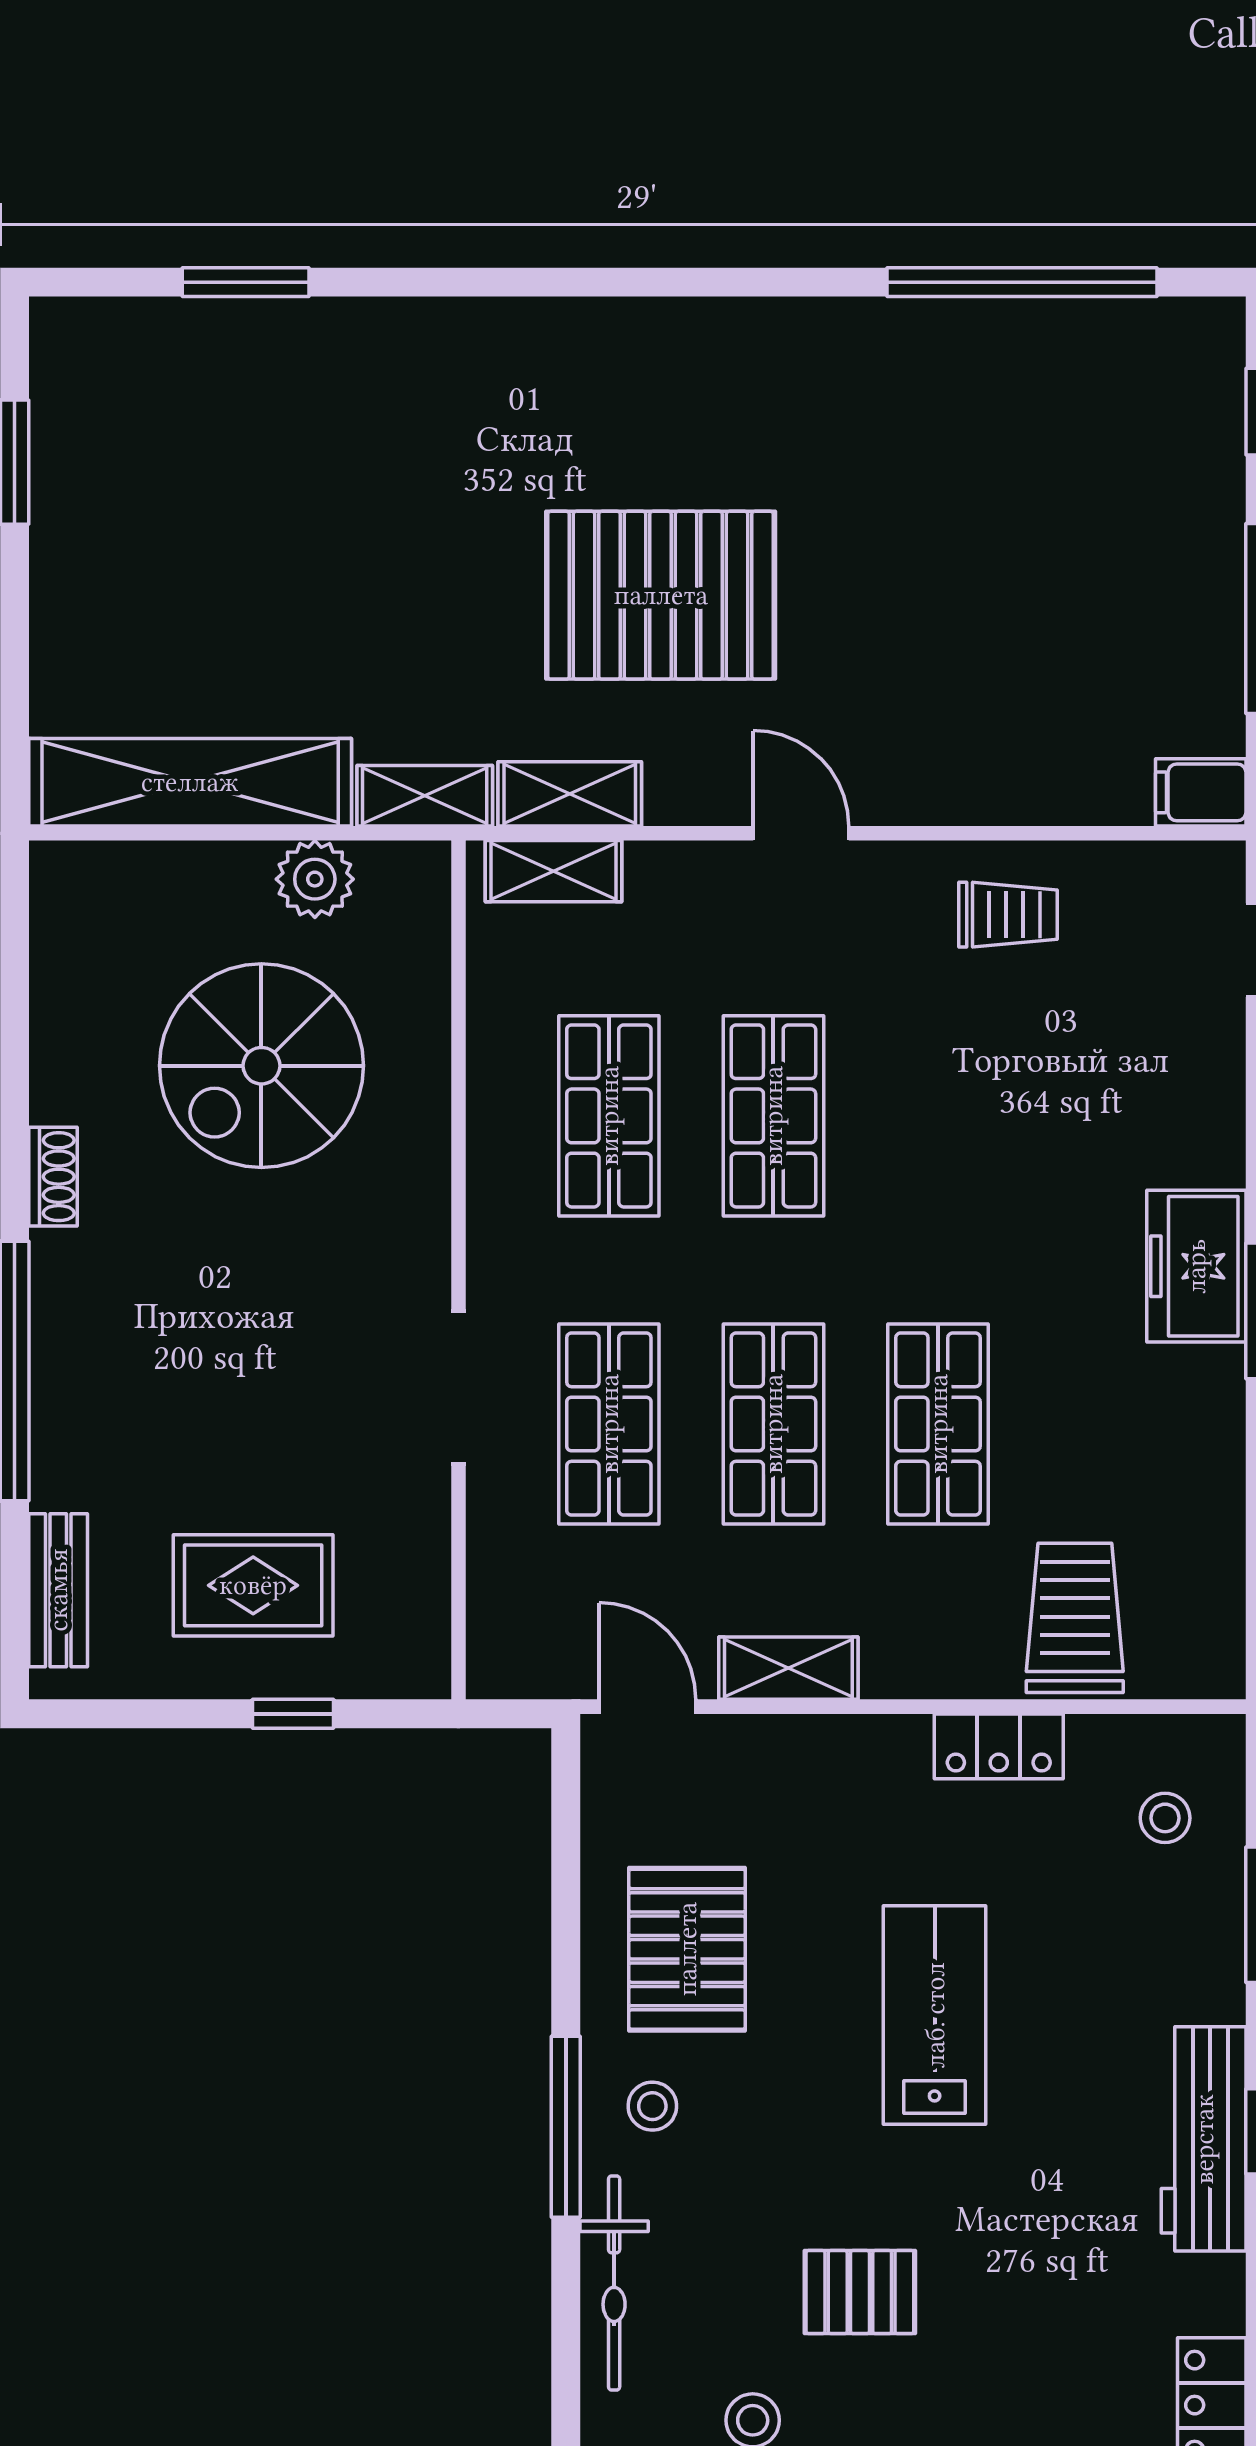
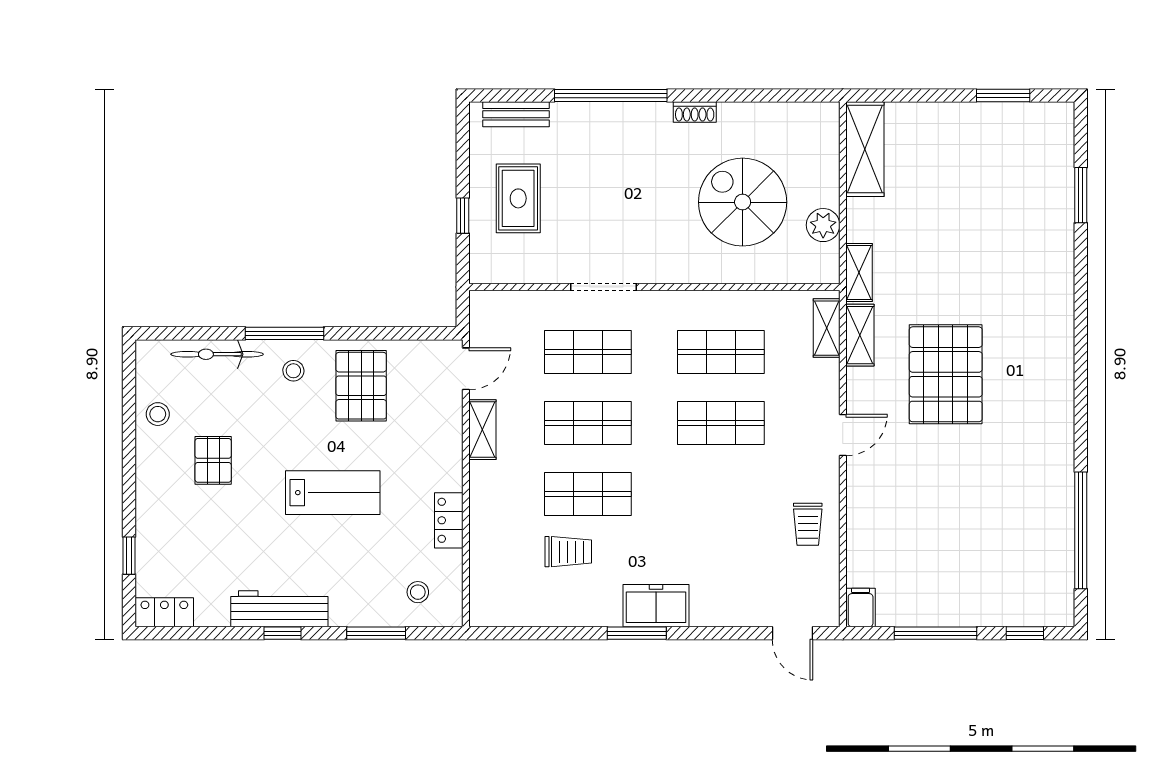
shelving: (190, 782) -> (865, 149), width x0.68
trolley: (1075, 1618) -> (568, 552), moved, width x0.73, depth x0.72
pallet: (687, 1949) -> (361, 386), turned 90

